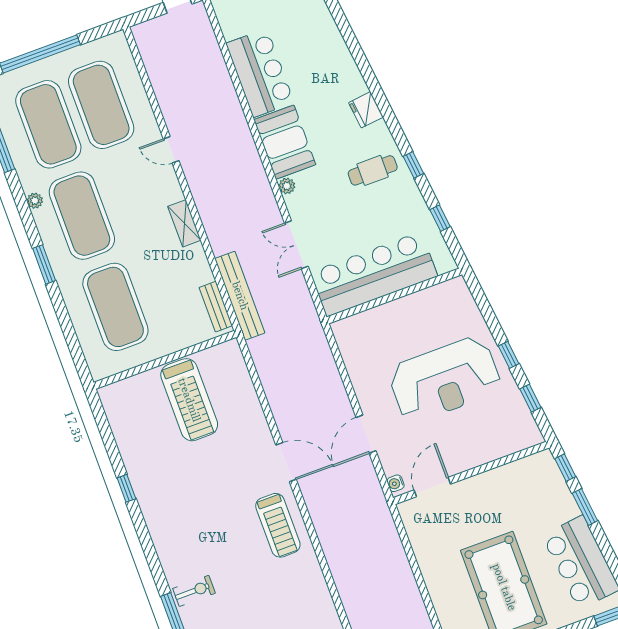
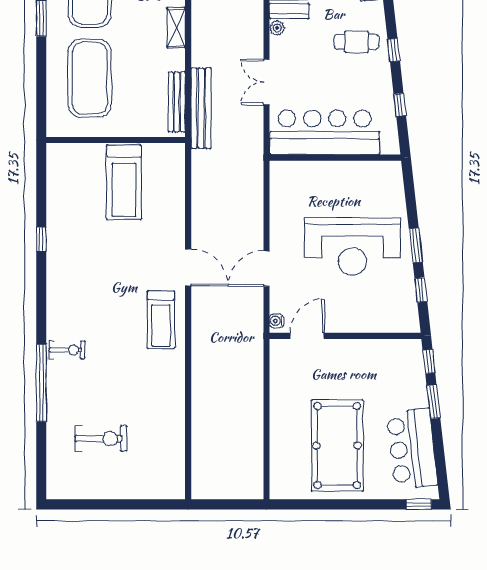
bench: (216, 307) -> (177, 102), width x1.36
window: (509, 355) -> (416, 245), width x1.50

